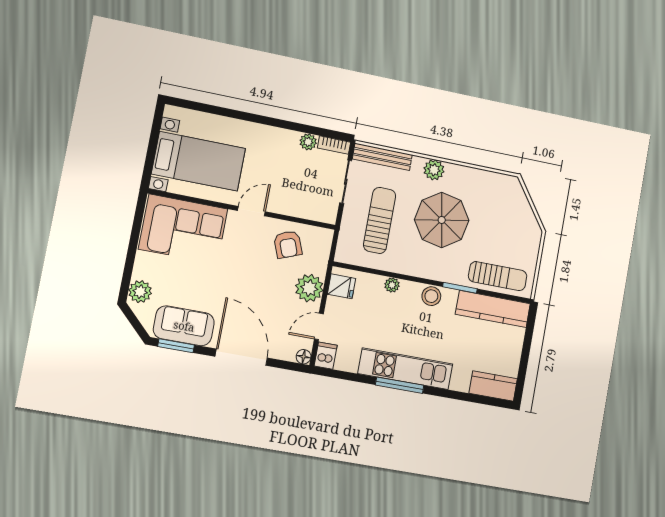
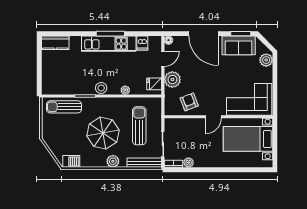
barbecue: (502, 183) -> (71, 161), added
sun lounger: (380, 220) -> (139, 126), turned 180
kitchen counter: (493, 309) -> (63, 87), removed
dishwasher: (326, 356) -> (142, 43), moved

